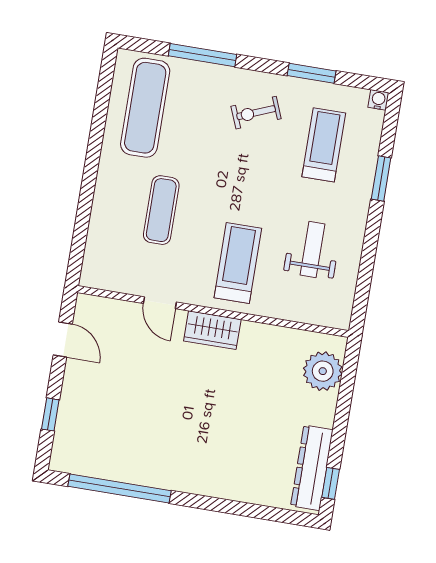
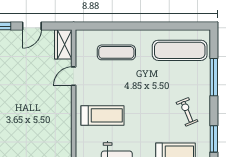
exercise mat: (161, 210) -> (116, 52), moved
wardrobe: (212, 330) -> (63, 44), moved
door: (63, 339) -> (32, 26), moved

